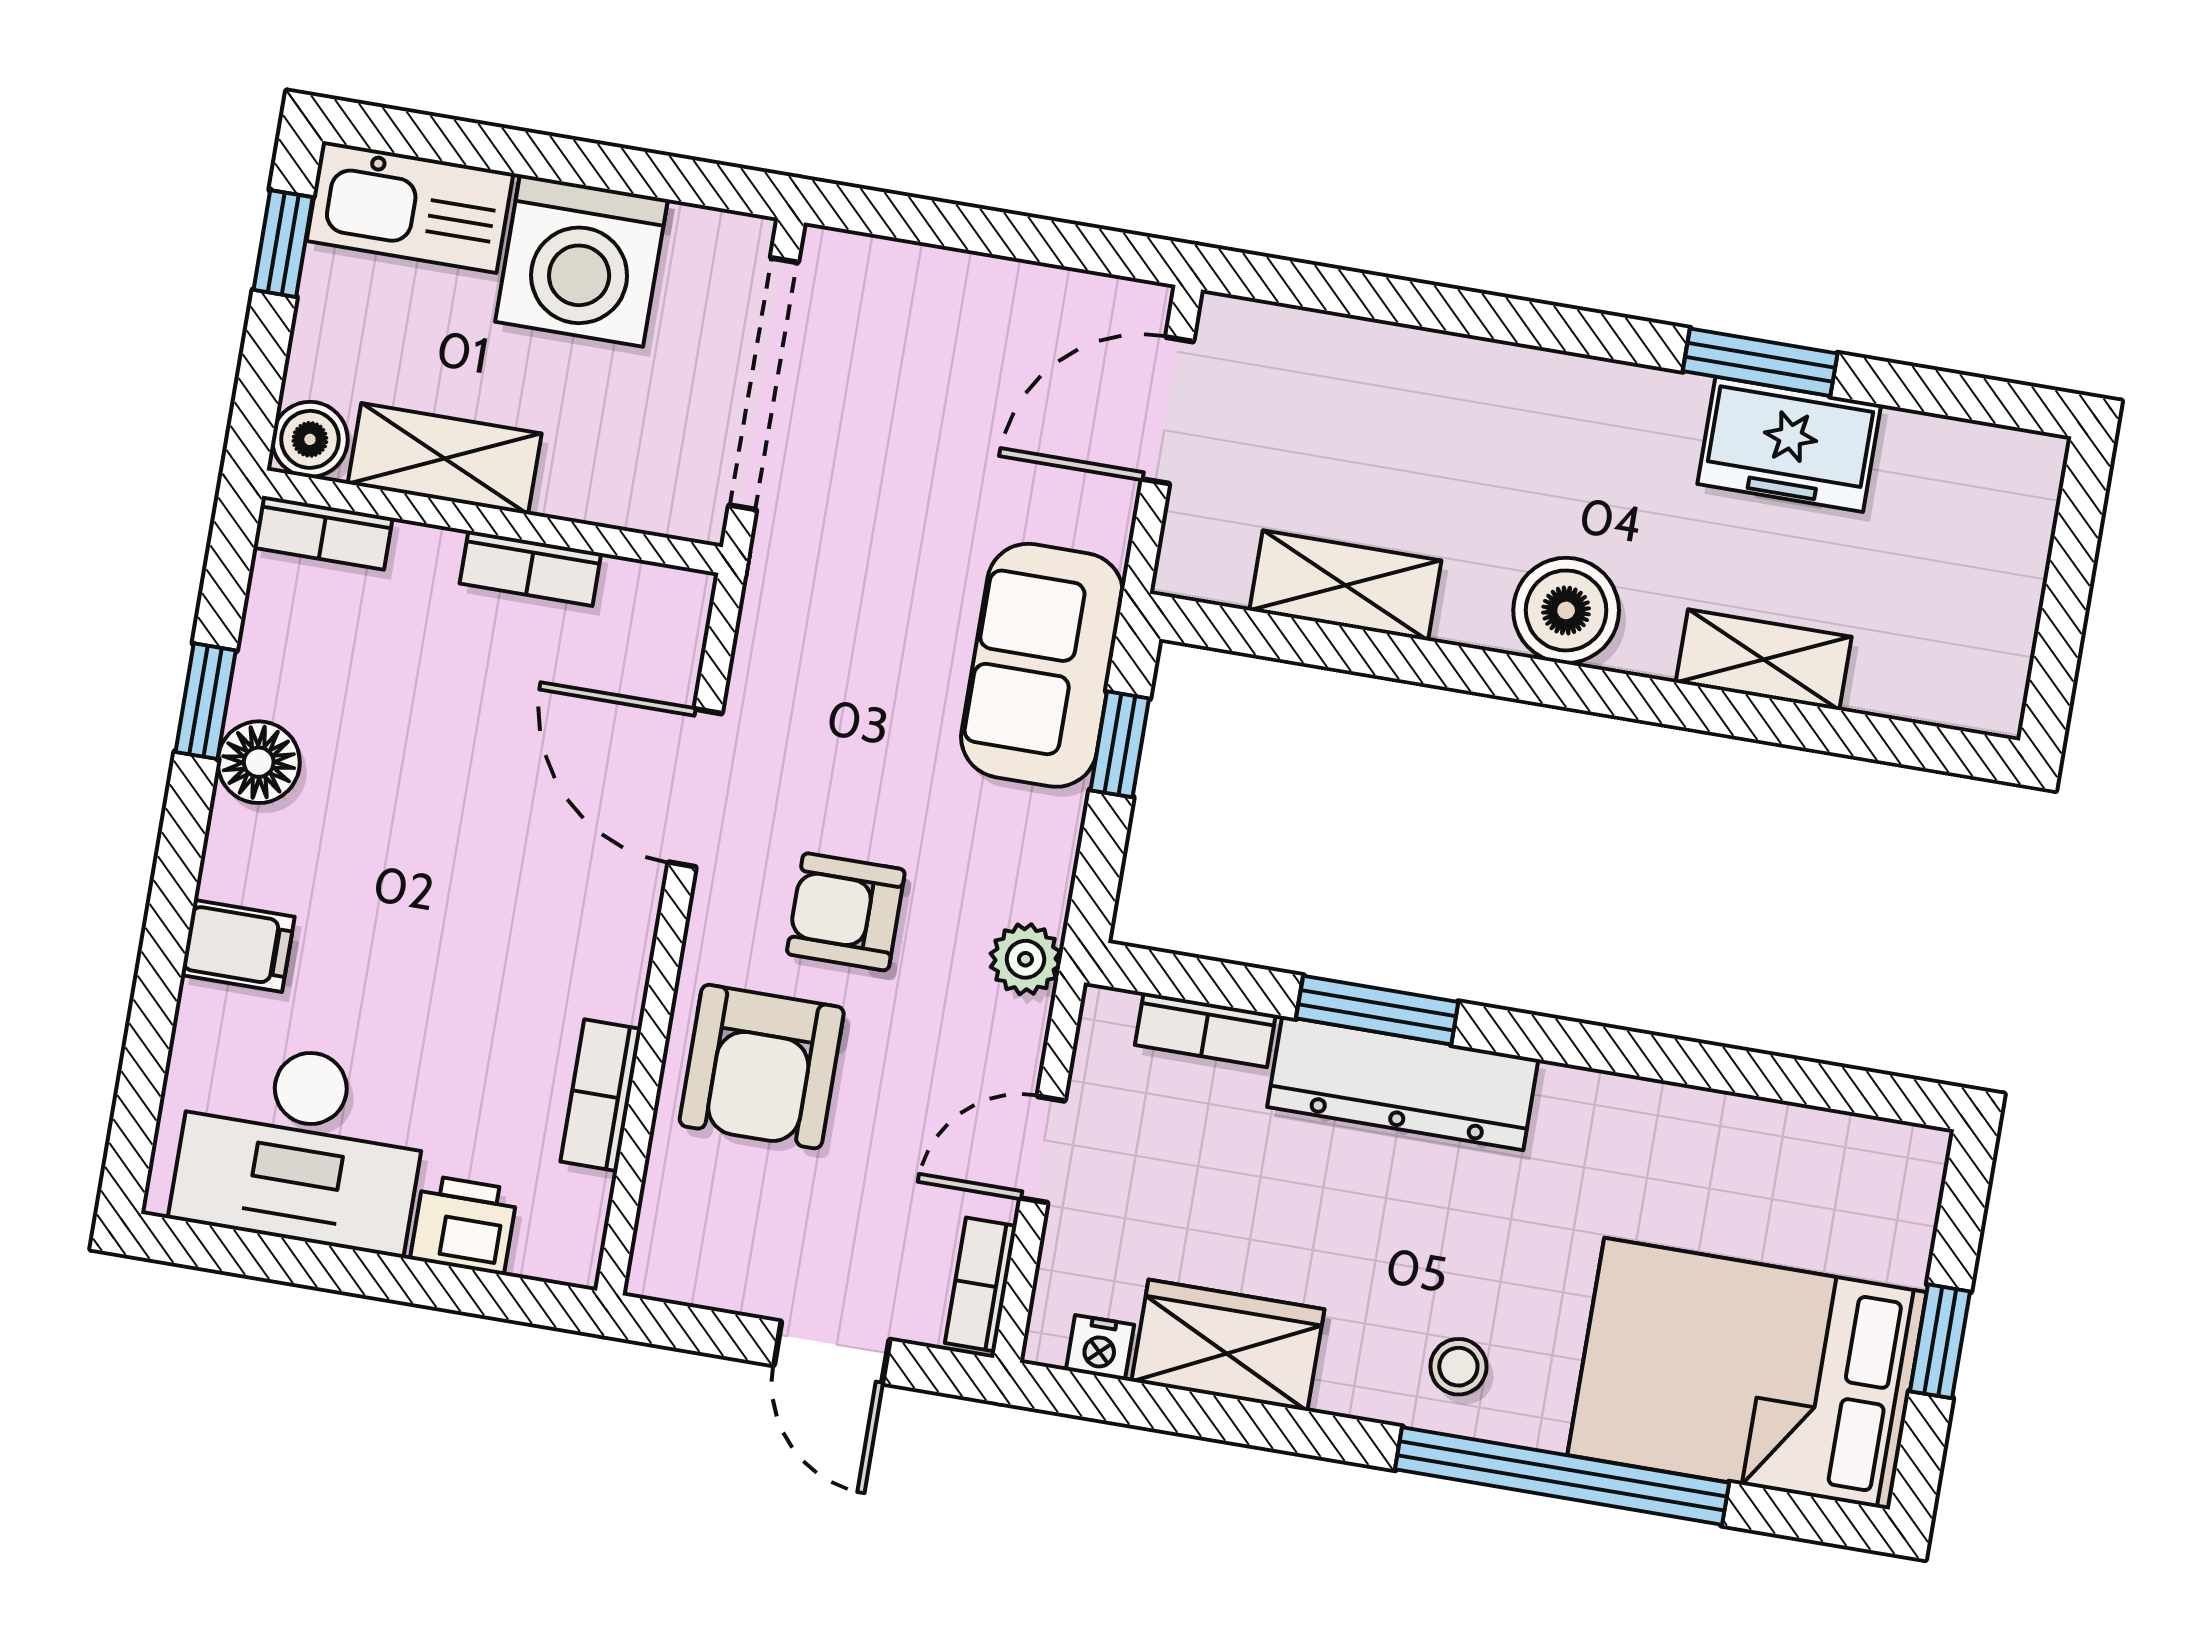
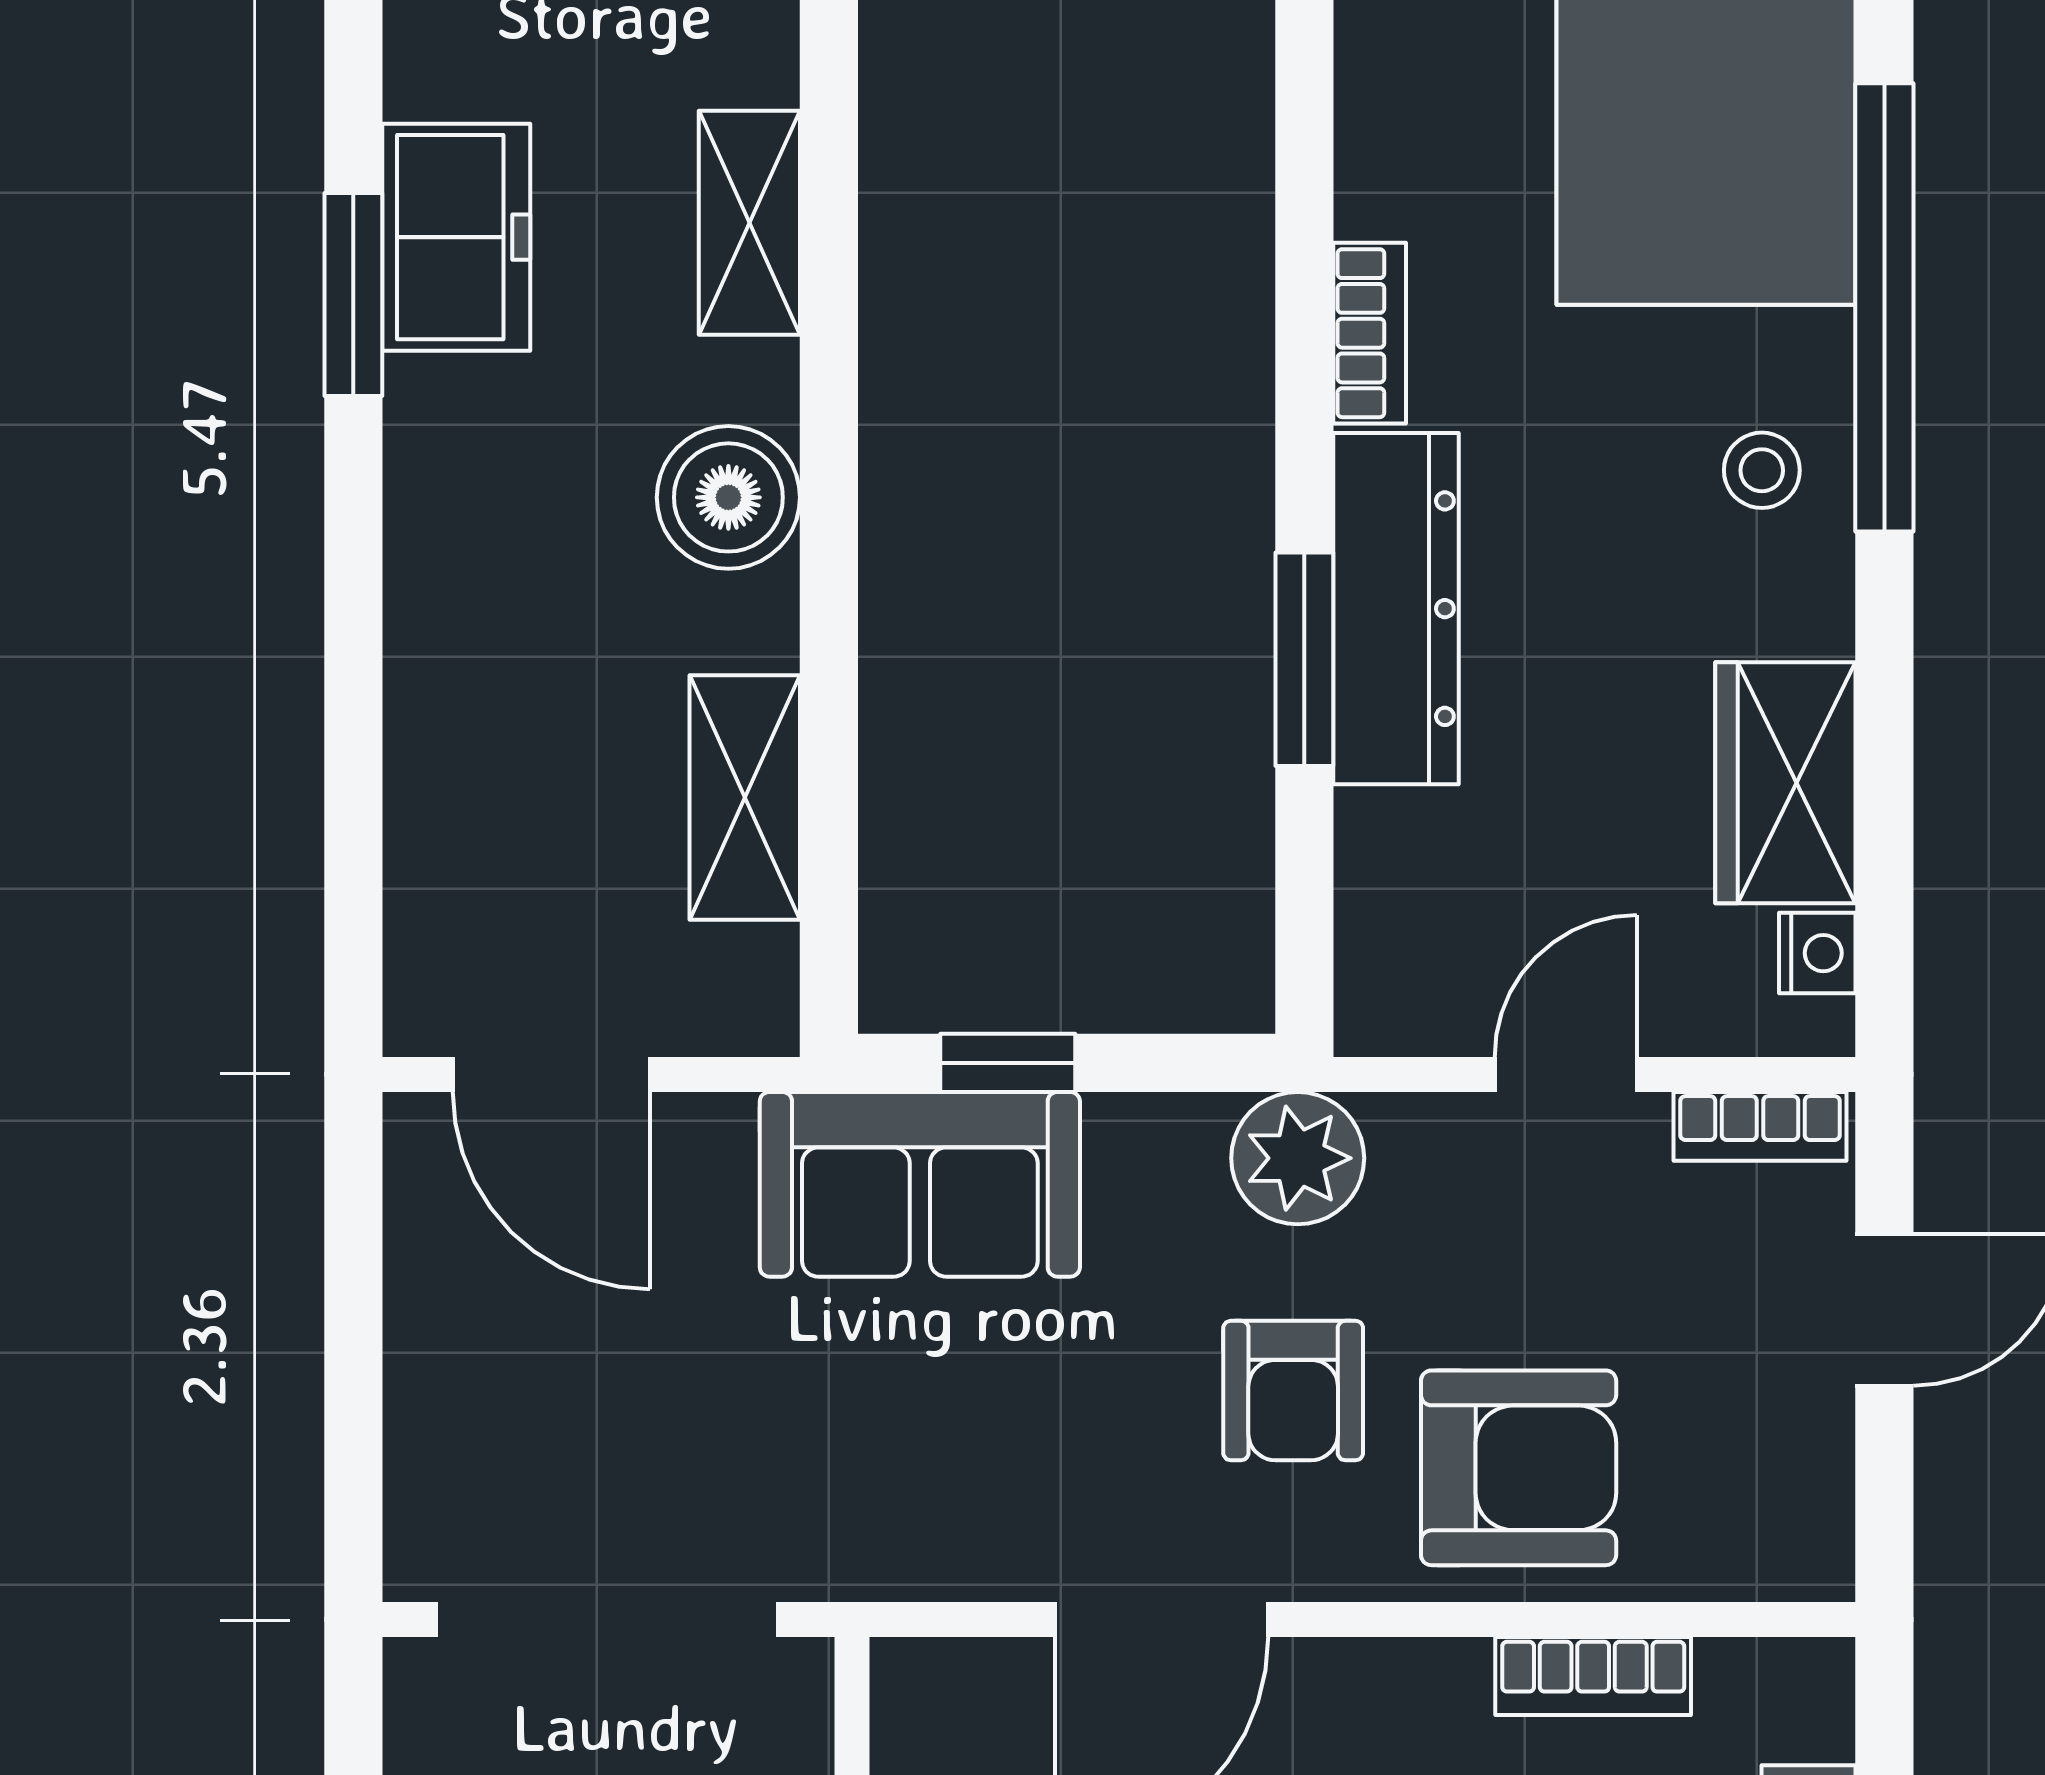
plant: (1025, 959) -> (1298, 1158), width x1.38, depth x1.38
bookcase: (1205, 1030) -> (1370, 333), moved
door: (1043, 1149) -> (1566, 1074), swing flipped

